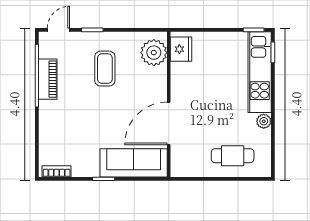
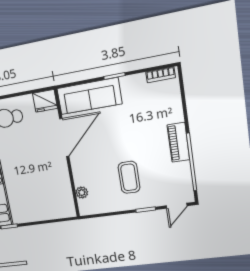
fridge: (181, 49) -> (45, 101), moved, turned -90
plant: (154, 53) -> (82, 193), width x0.53, depth x0.53
piano: (48, 79) -> (178, 142), moved

